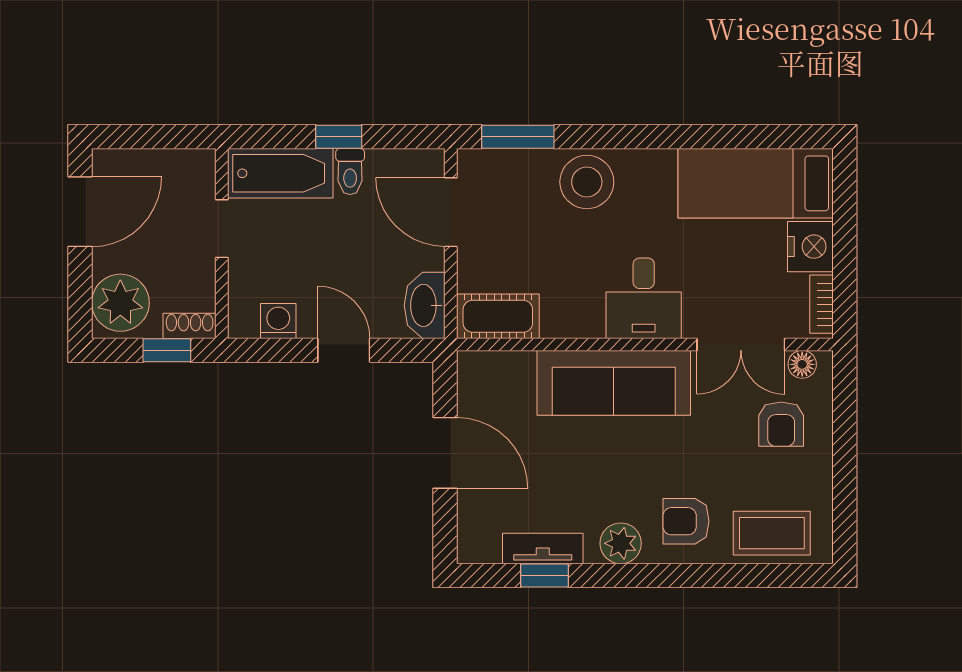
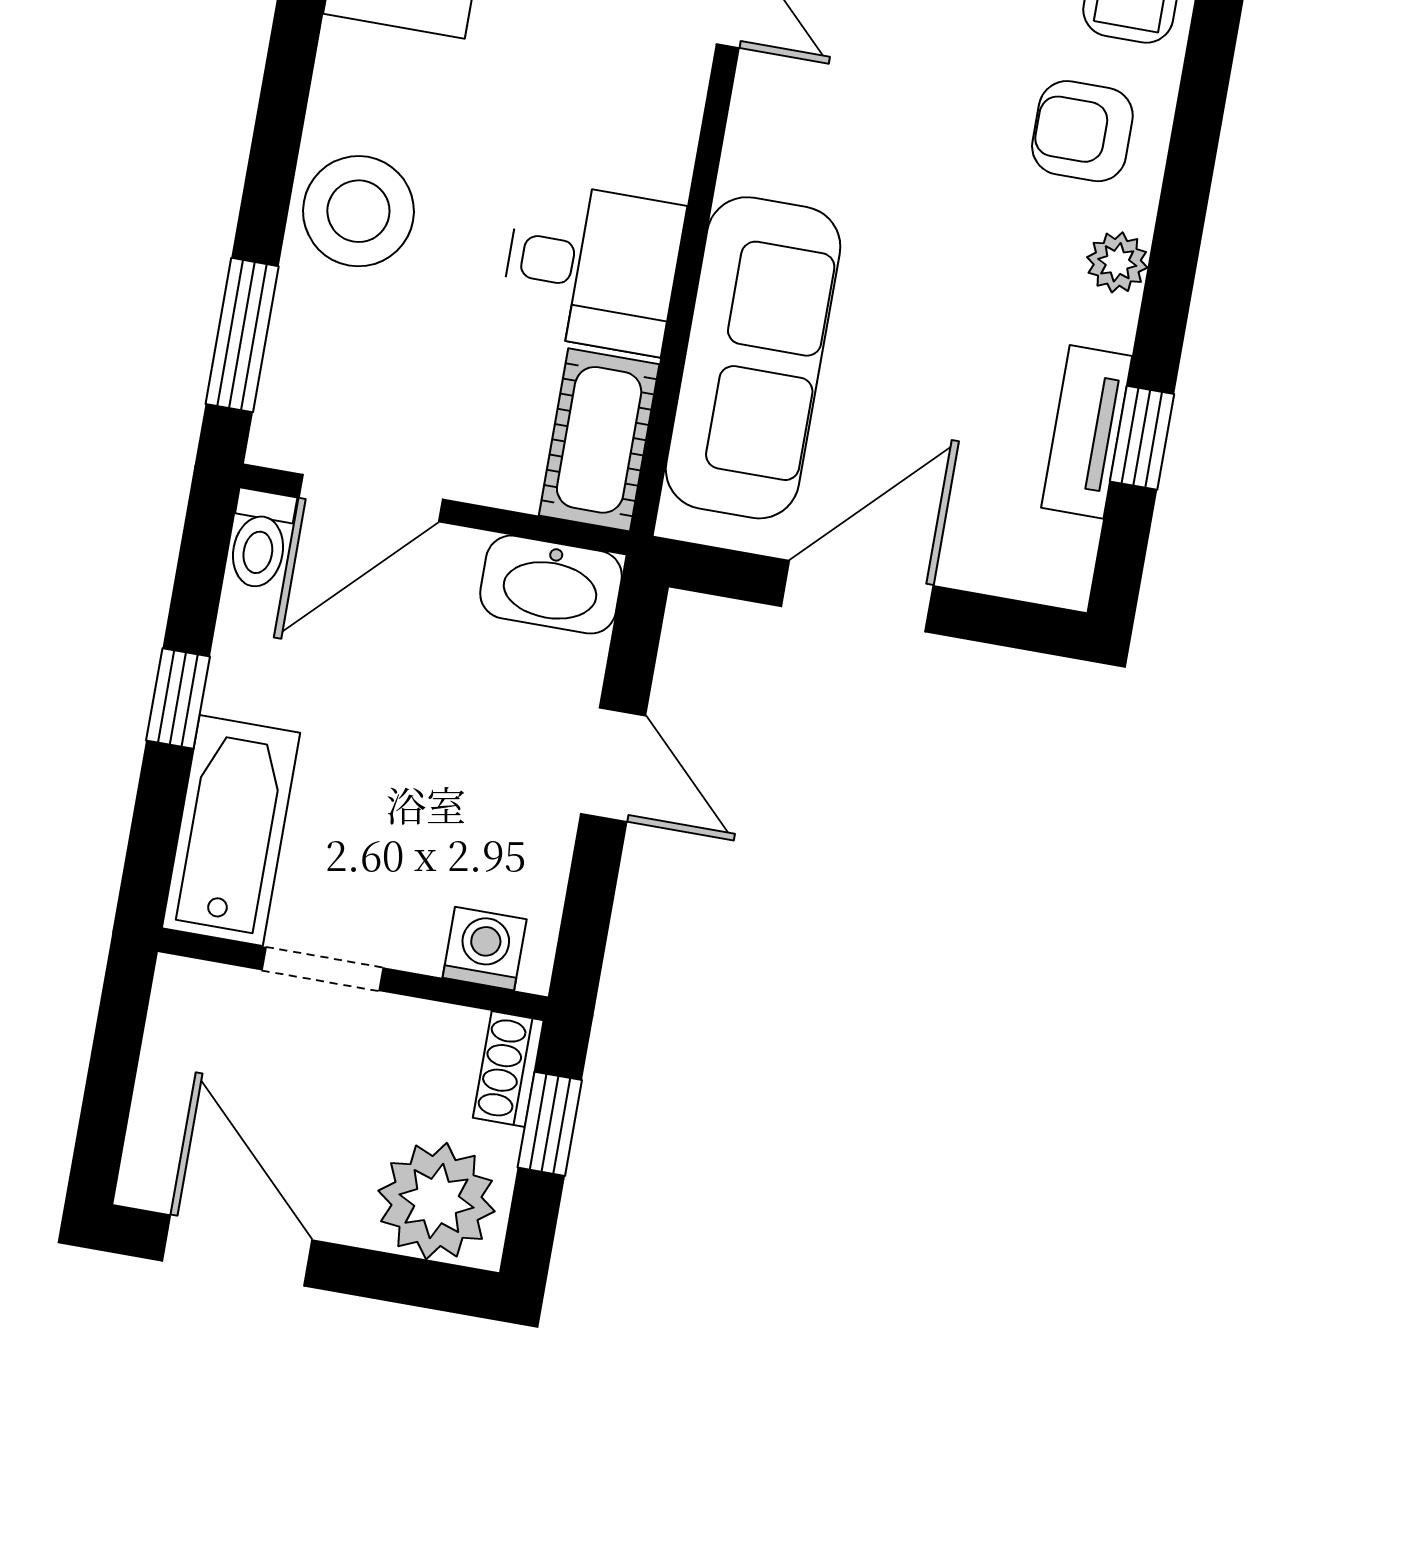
toilet: (350, 172) -> (260, 539), moved, turned 90
desk: (644, 298) -> (592, 267), moved
washing machine: (278, 321) -> (485, 949), moved, turned 90
door: (344, 350) -> (613, 765), swing flipped
sofa: (614, 383) -> (753, 358), moved
armchair: (686, 521) -> (1082, 131), turned 90
plant: (621, 543) -> (1117, 262), width x0.73, depth x0.73

